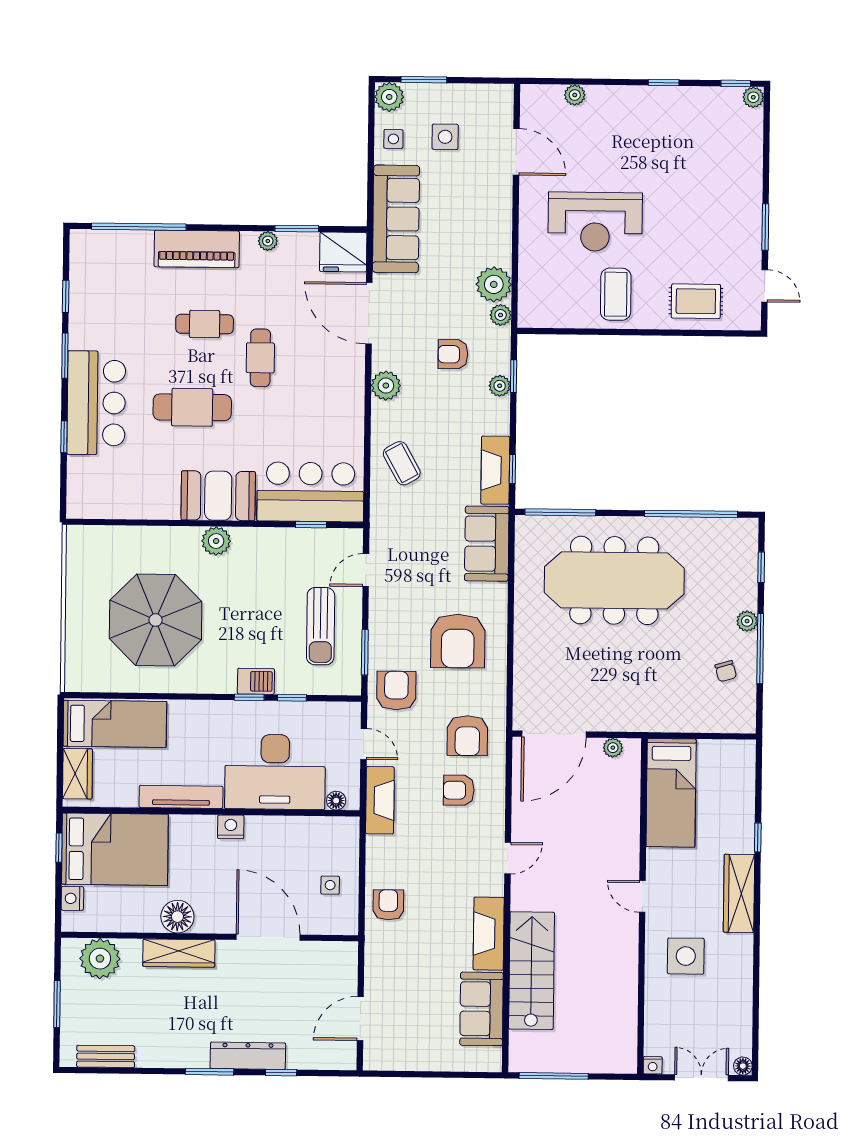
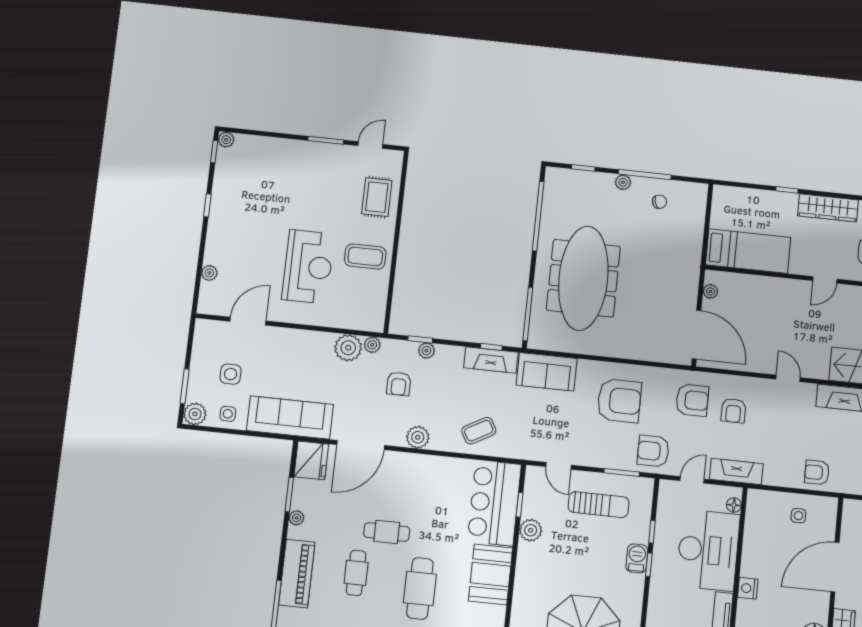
plant: (216, 541) -> (531, 530), moved

